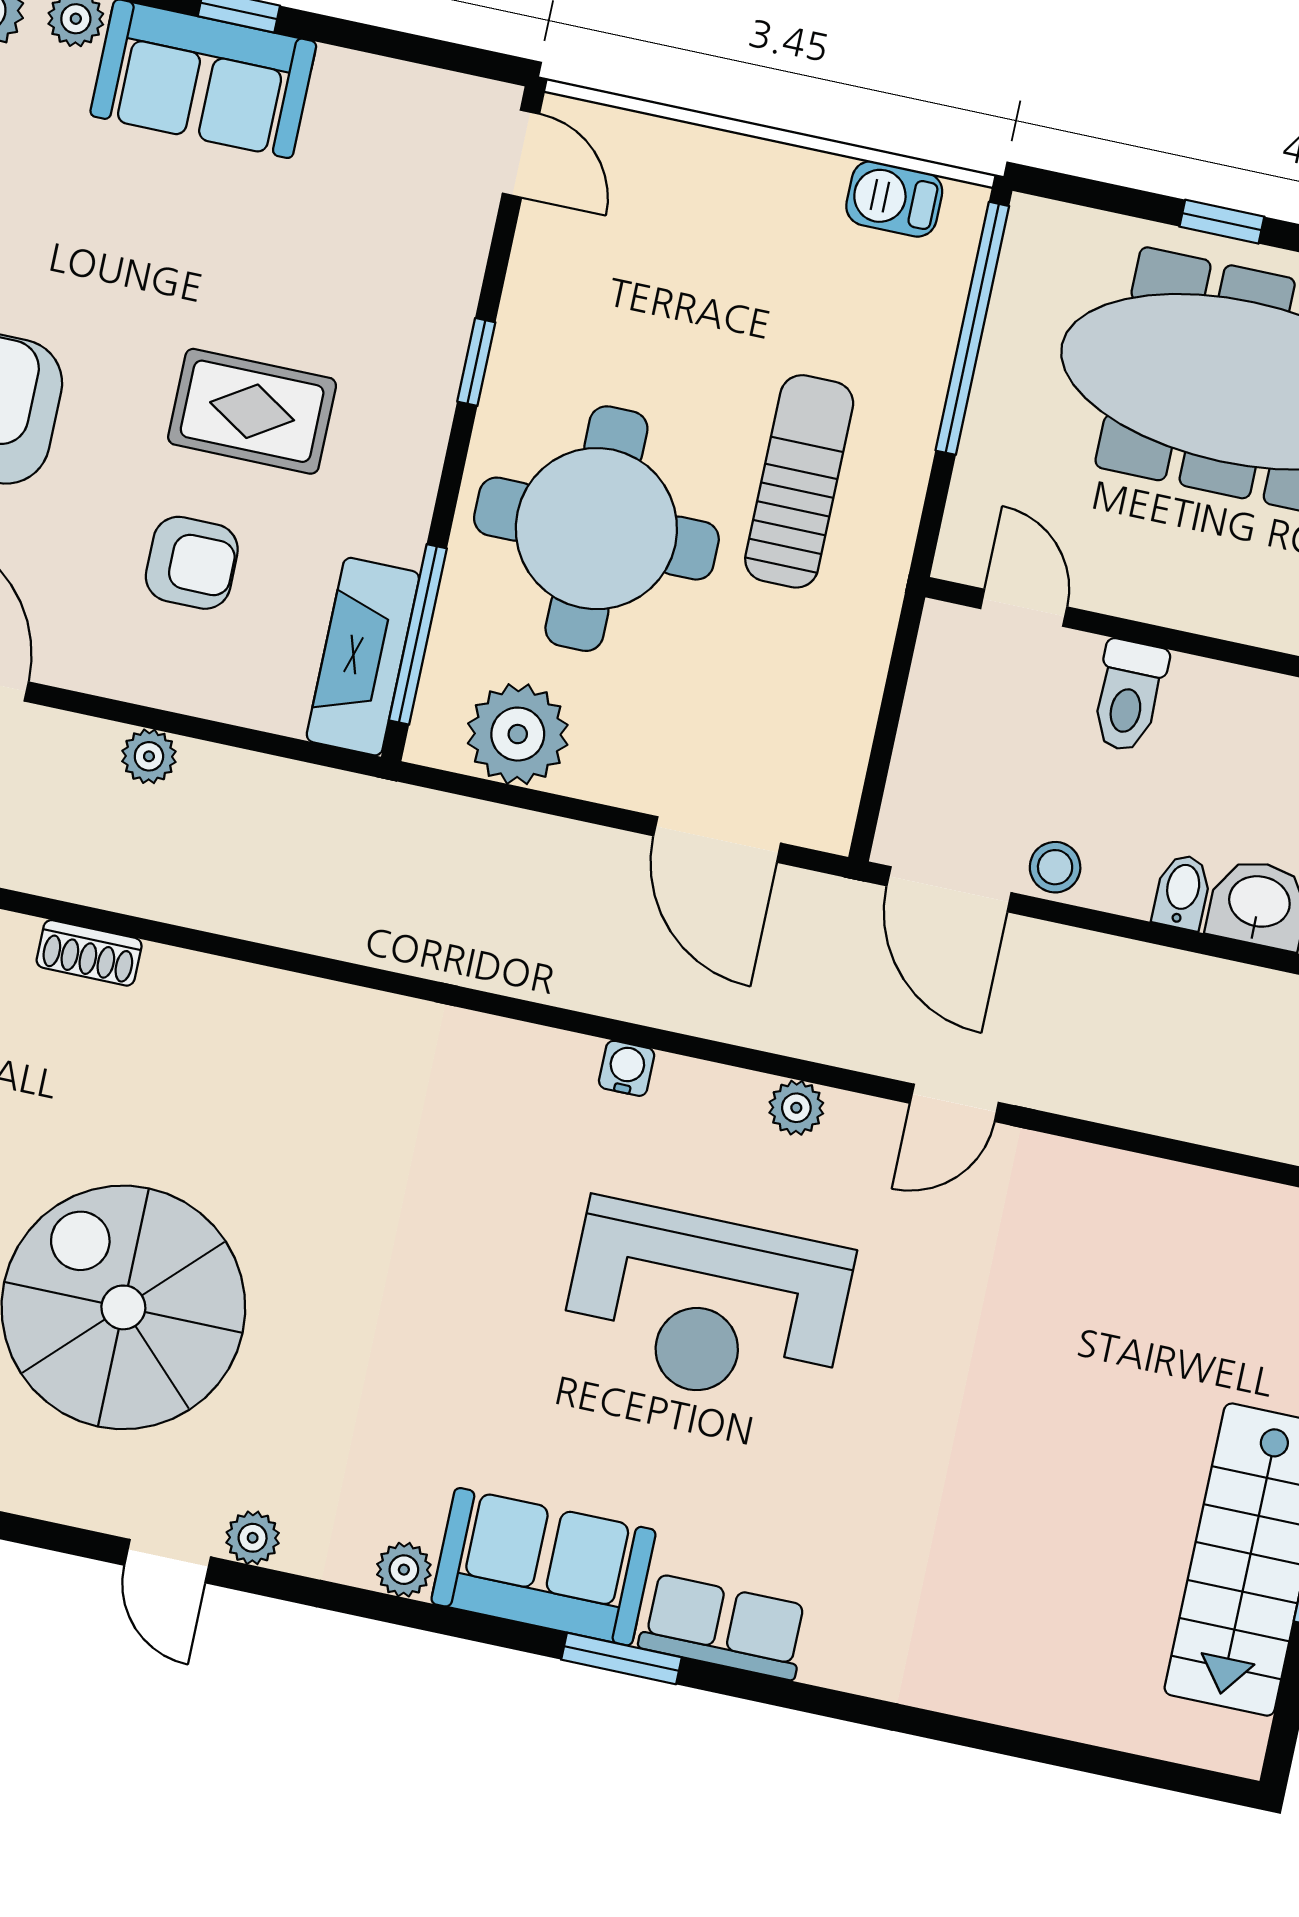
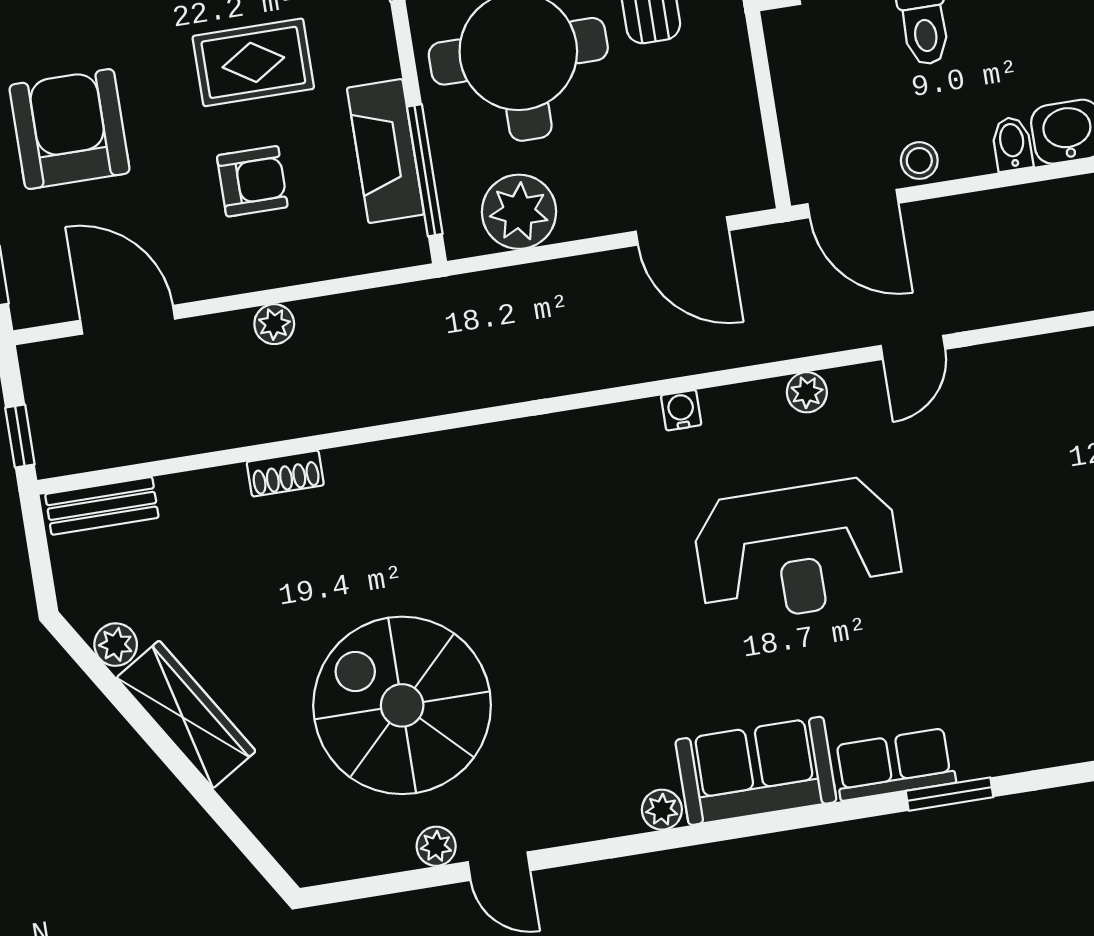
fireplace: (363, 657) -> (385, 151), moved
plant: (253, 1538) -> (436, 846), moved
window: (622, 1658) -> (950, 794), moved

